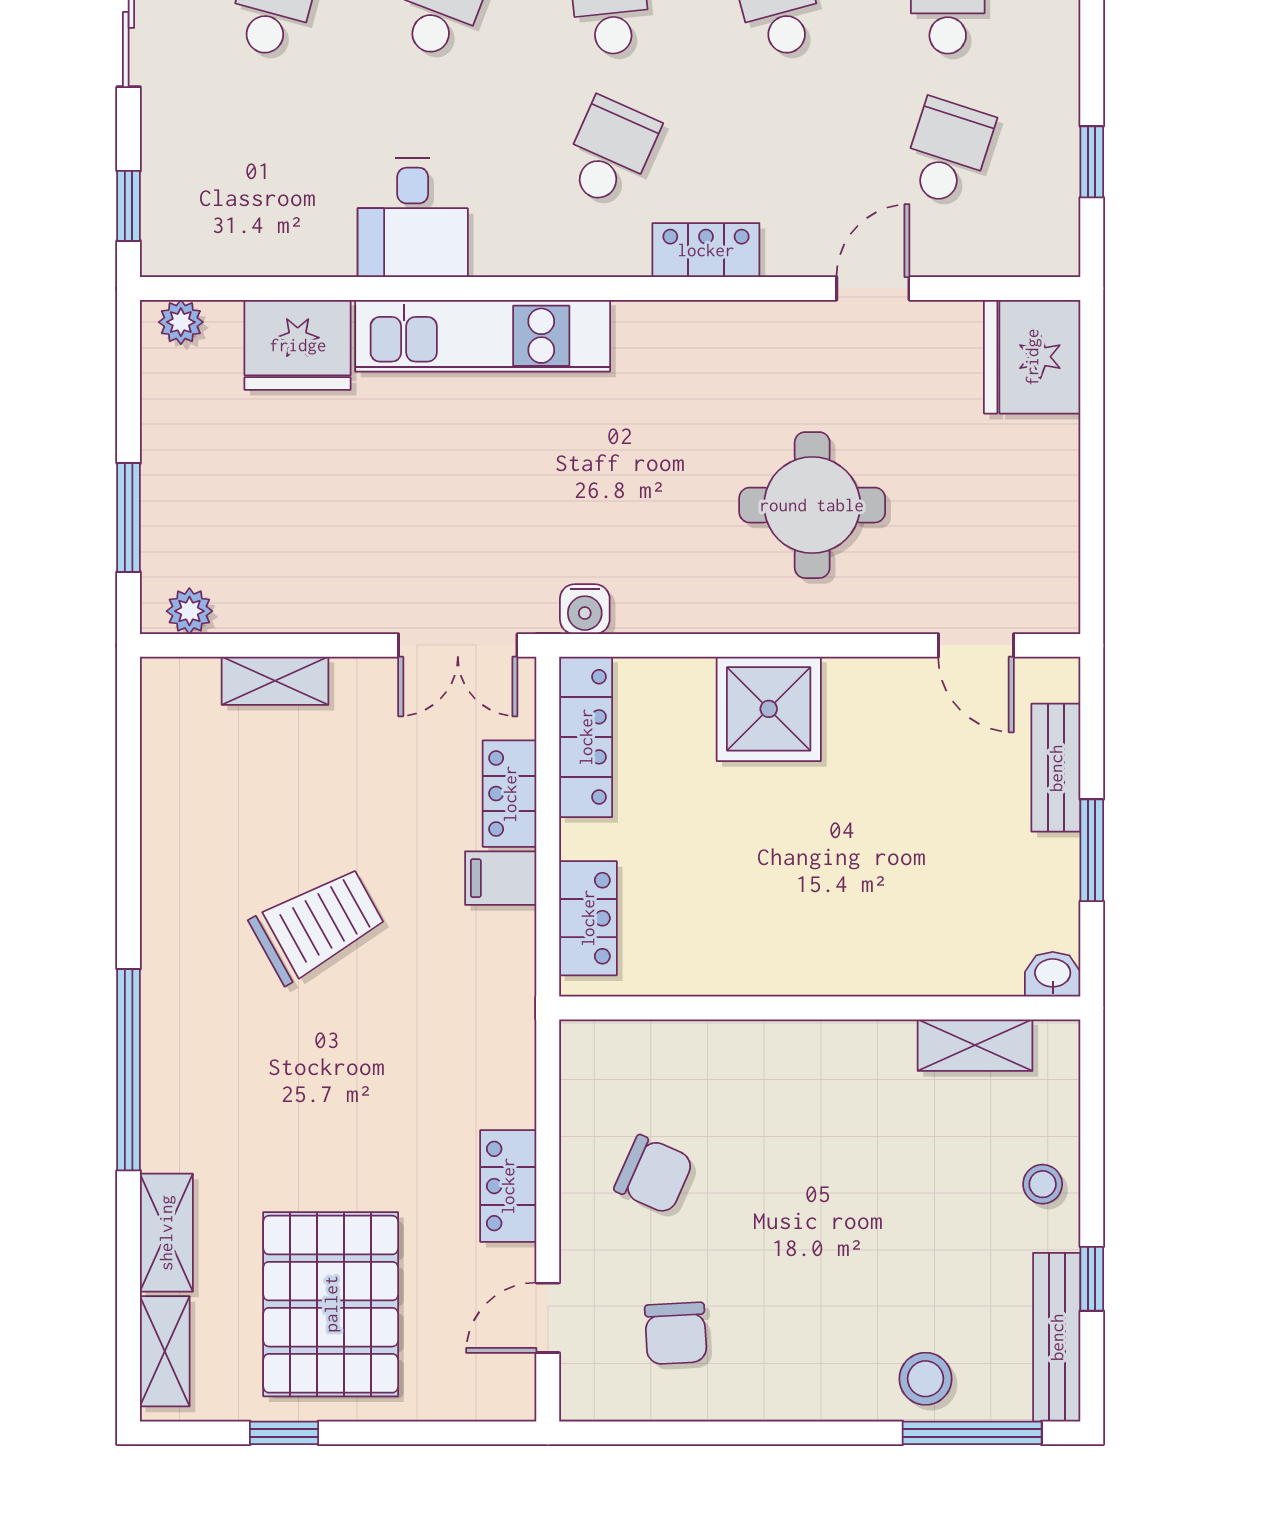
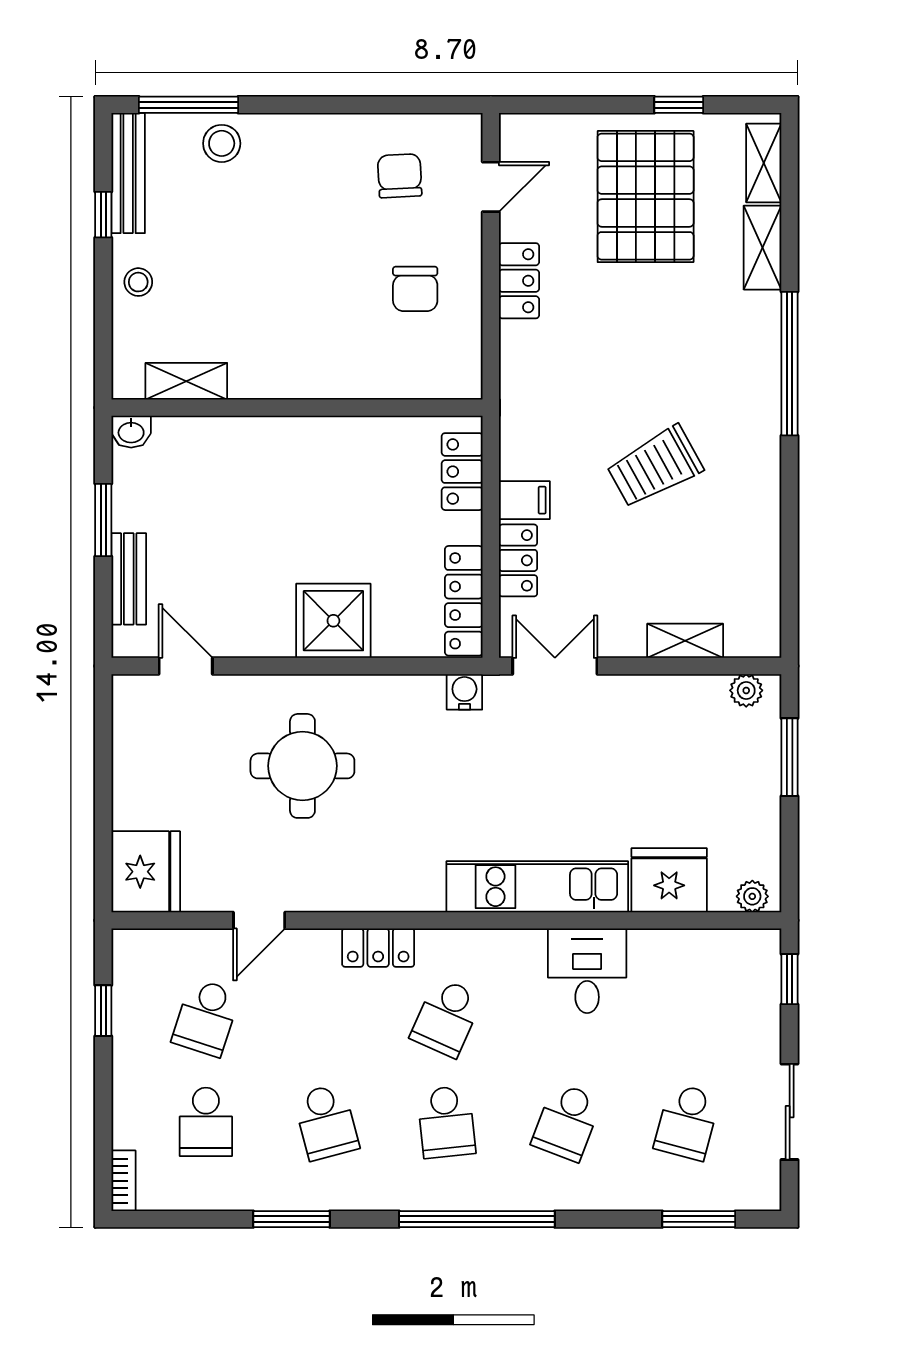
chair: (654, 1174) -> (415, 289), turned -114

